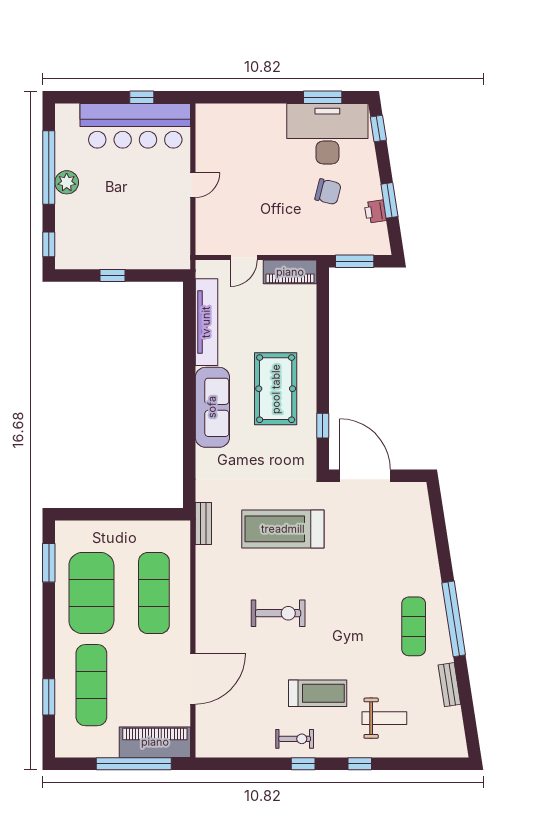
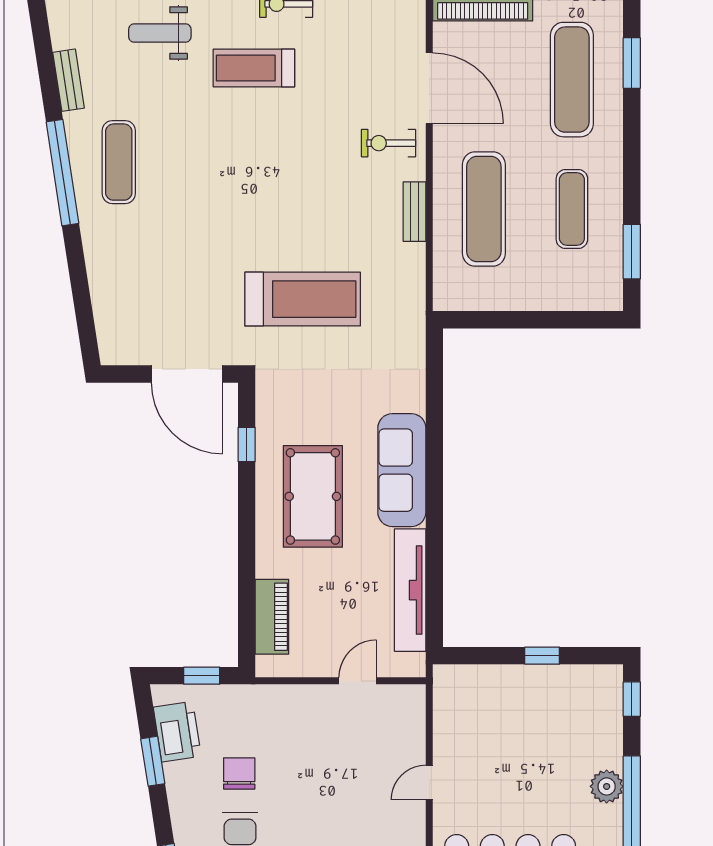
chair: (328, 192) -> (239, 773), turned 76
printer: (375, 212) -> (177, 732), width x1.87, depth x1.48
window: (355, 261) -> (202, 676), width x0.67
piano: (290, 272) -> (272, 617), moved, turned 90
bench: (203, 523) -> (414, 212), moved
exercise mat: (91, 593) -> (572, 209), width x0.50, depth x0.69
exercise bike: (278, 613) -> (388, 143), moved, width x0.73, depth x0.72
door: (193, 679) -> (429, 88), swing flipped

